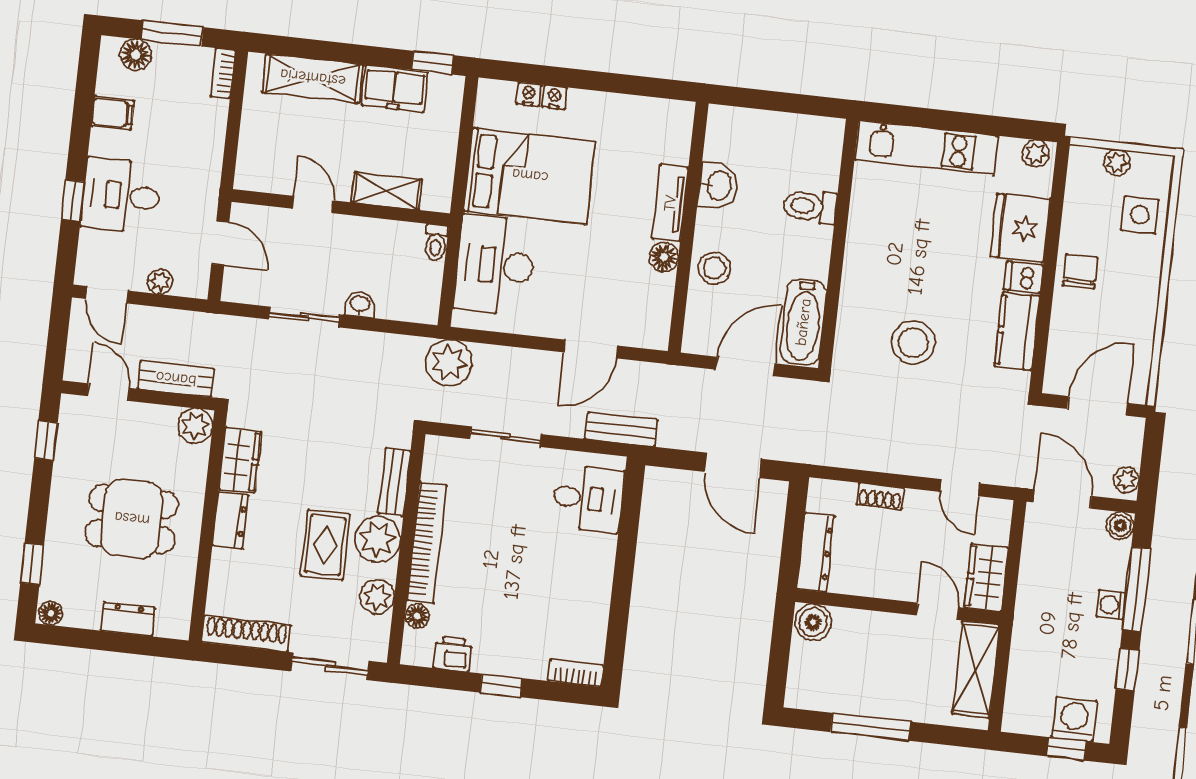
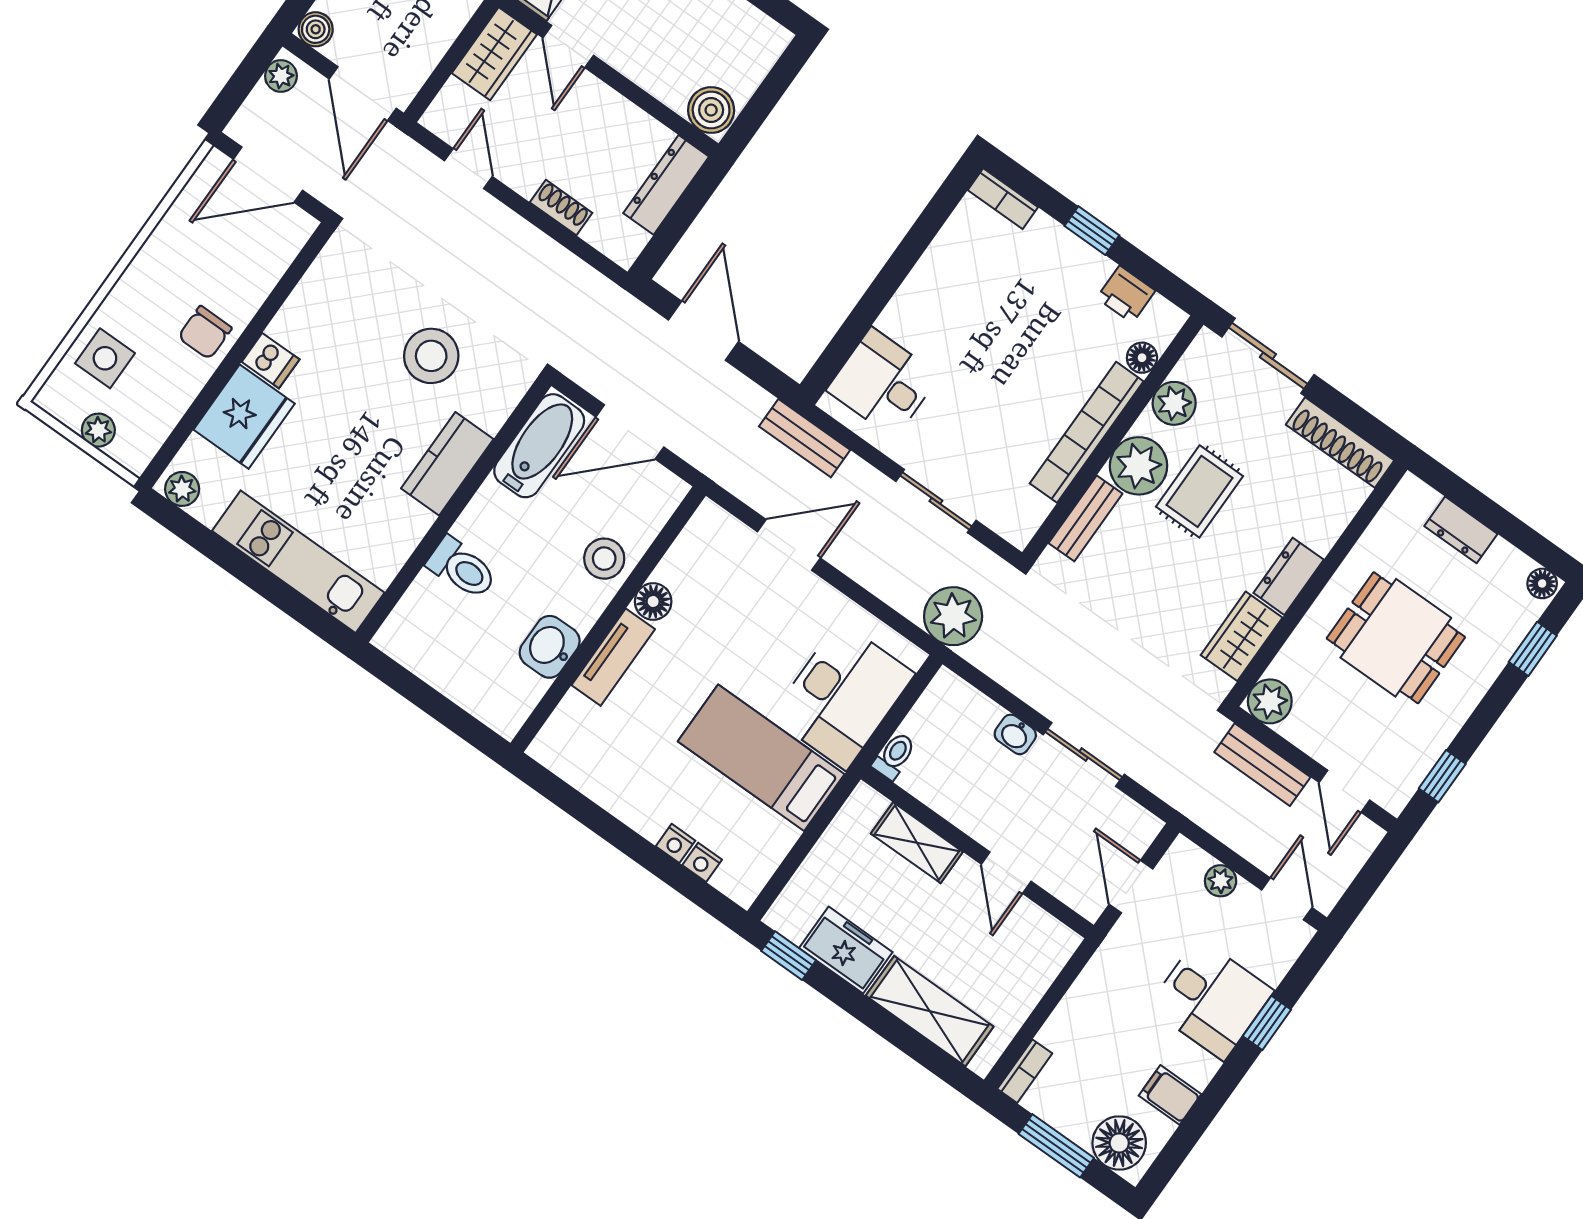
floor lamp: (136, 55) -> (1119, 1143), width x1.38, depth x1.38
bed: (530, 176) -> (761, 758), width x0.67
kitchen counter: (1017, 331) -> (447, 464), moved, turned 180

